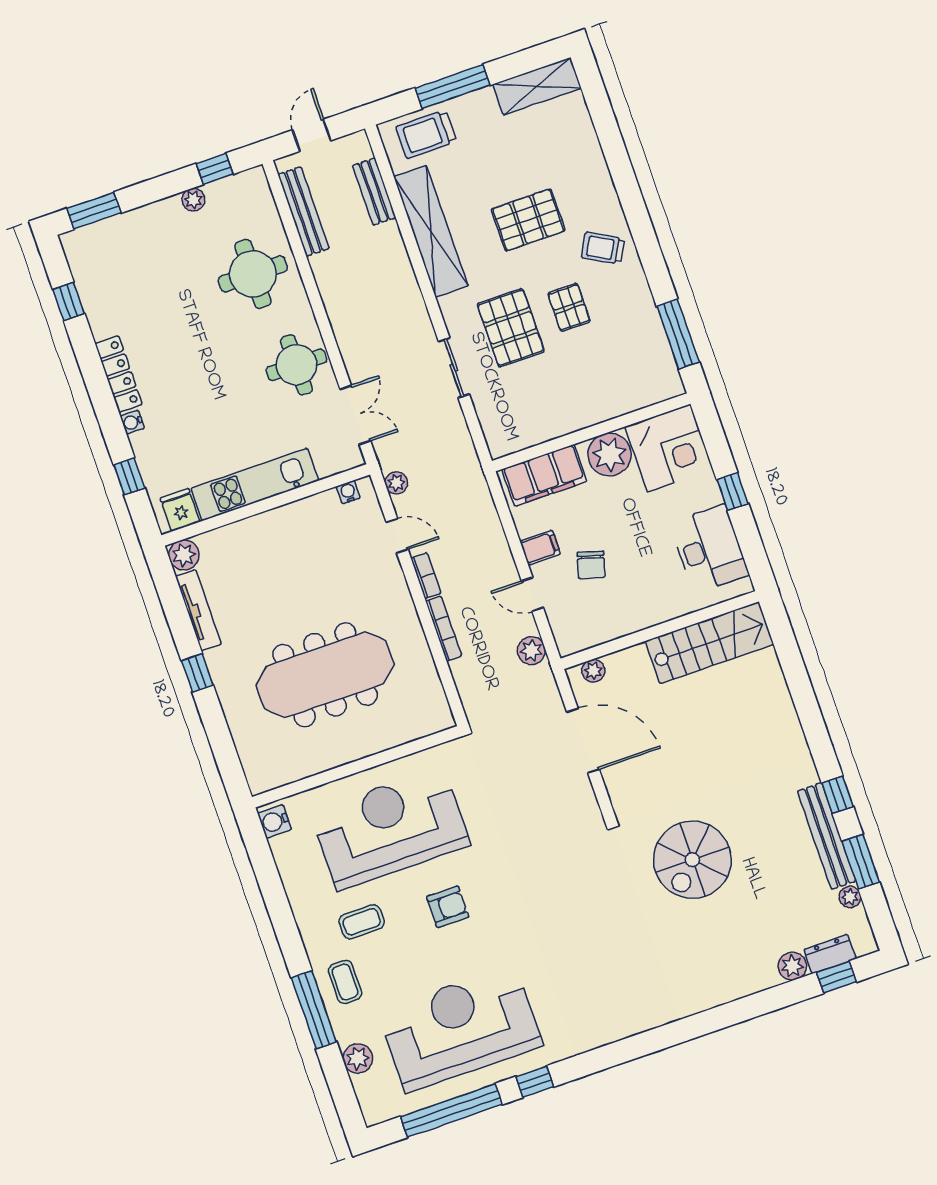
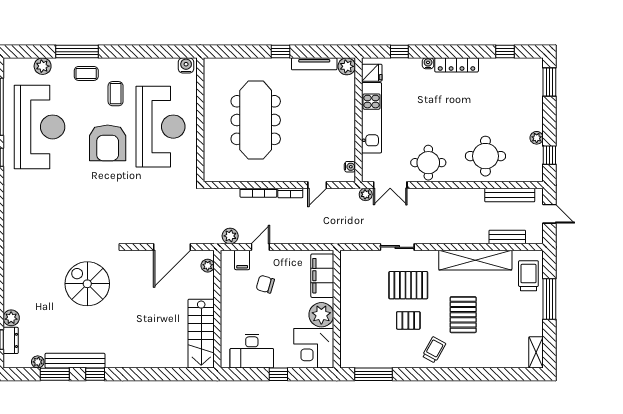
shelving: (537, 86) -> (536, 352), width x0.67, depth x0.75
plant: (396, 483) -> (366, 194), moved
filing cabinet: (540, 548) -> (242, 260), moved
armchair: (448, 907) -> (108, 143), width x1.88, depth x1.88

